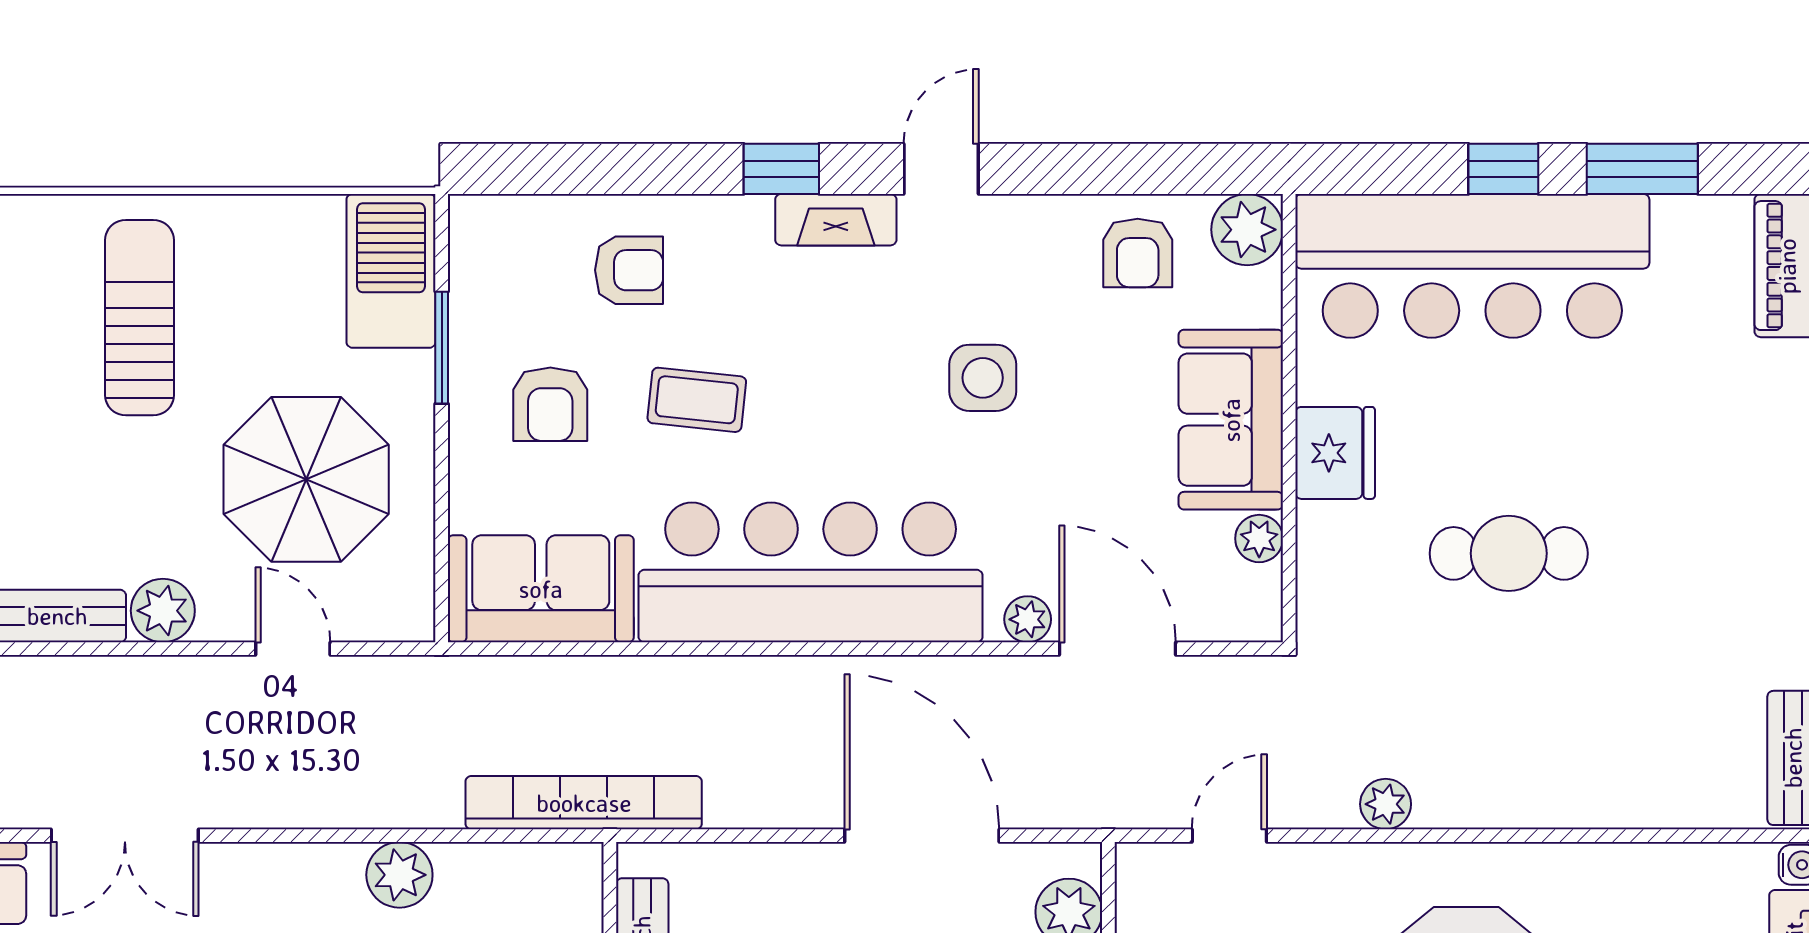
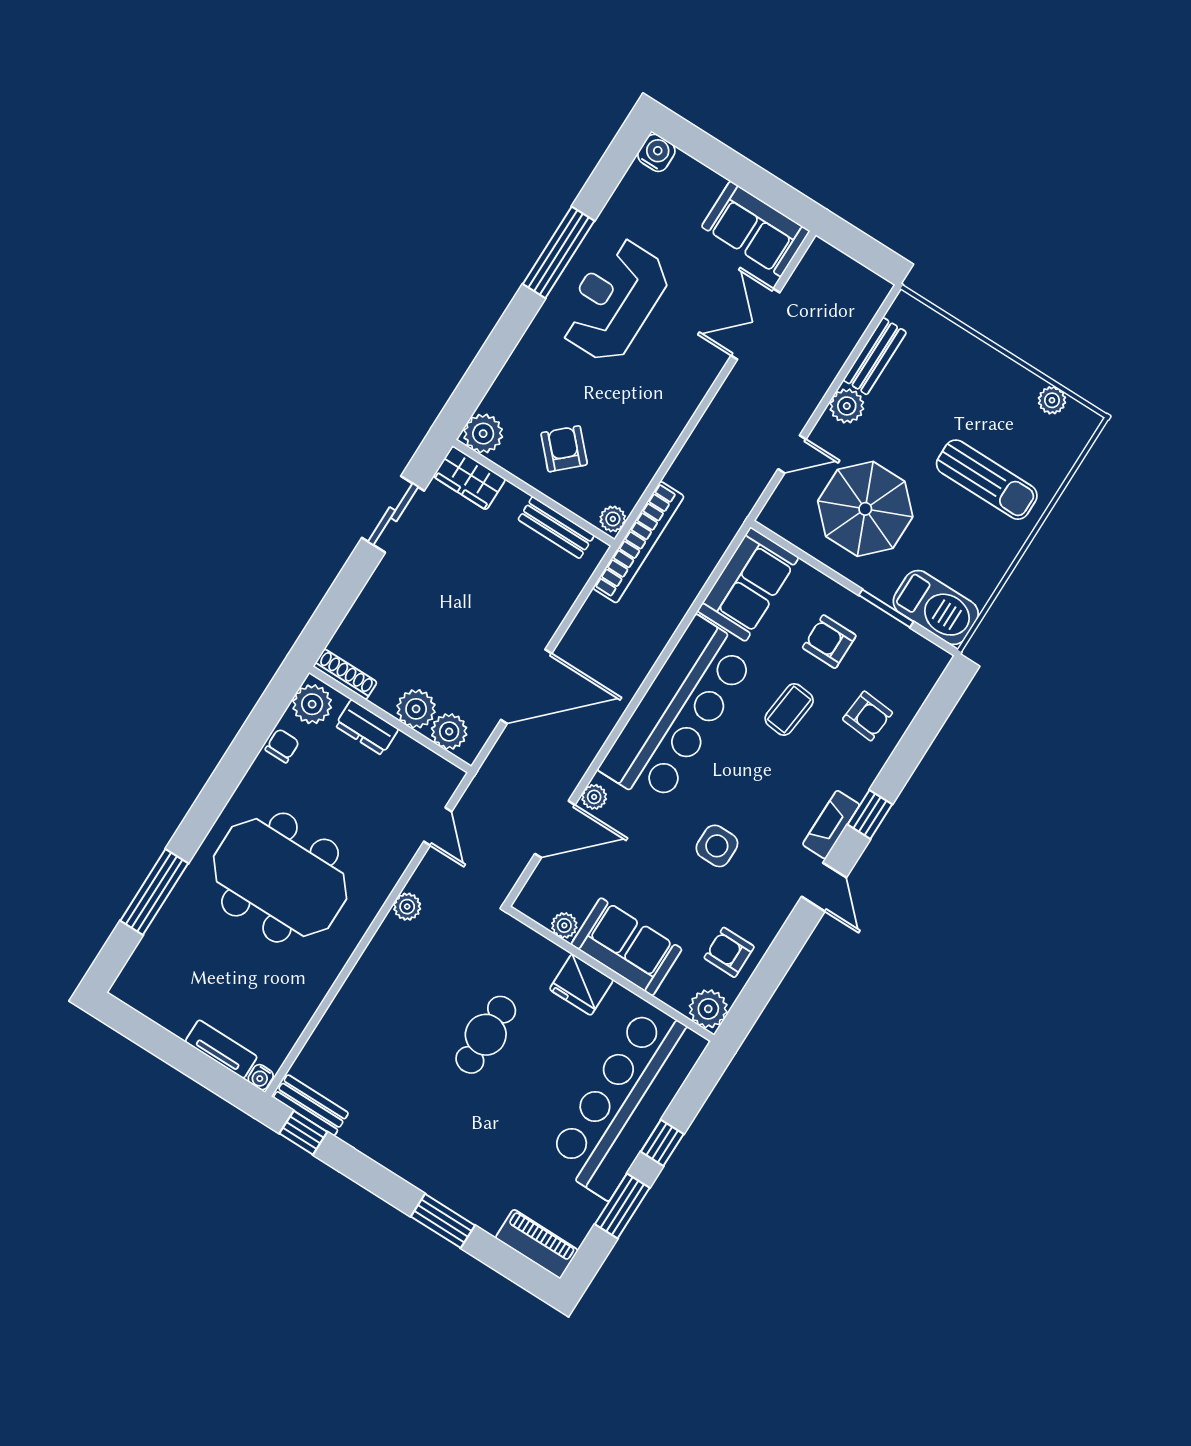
armchair: (629, 270) -> (868, 716), turned -85
plant: (399, 875) -> (613, 519), moved, width x0.73, depth x0.73

